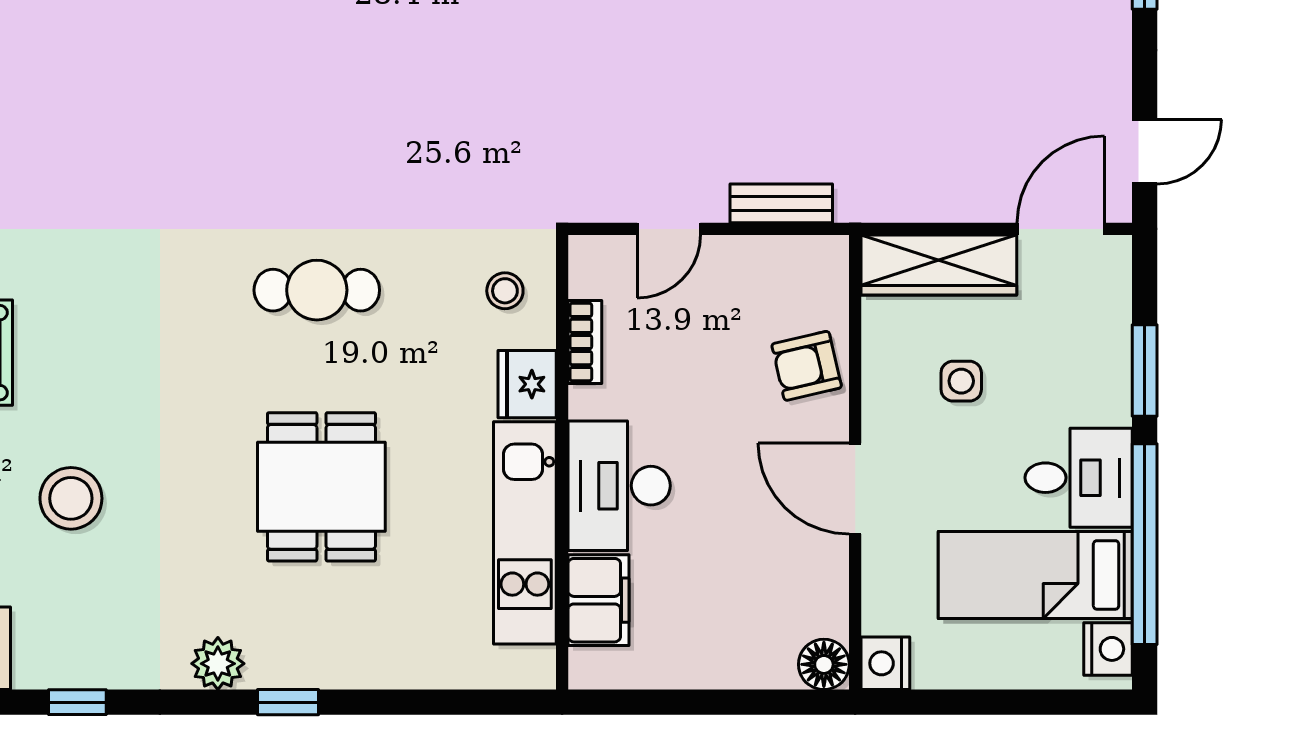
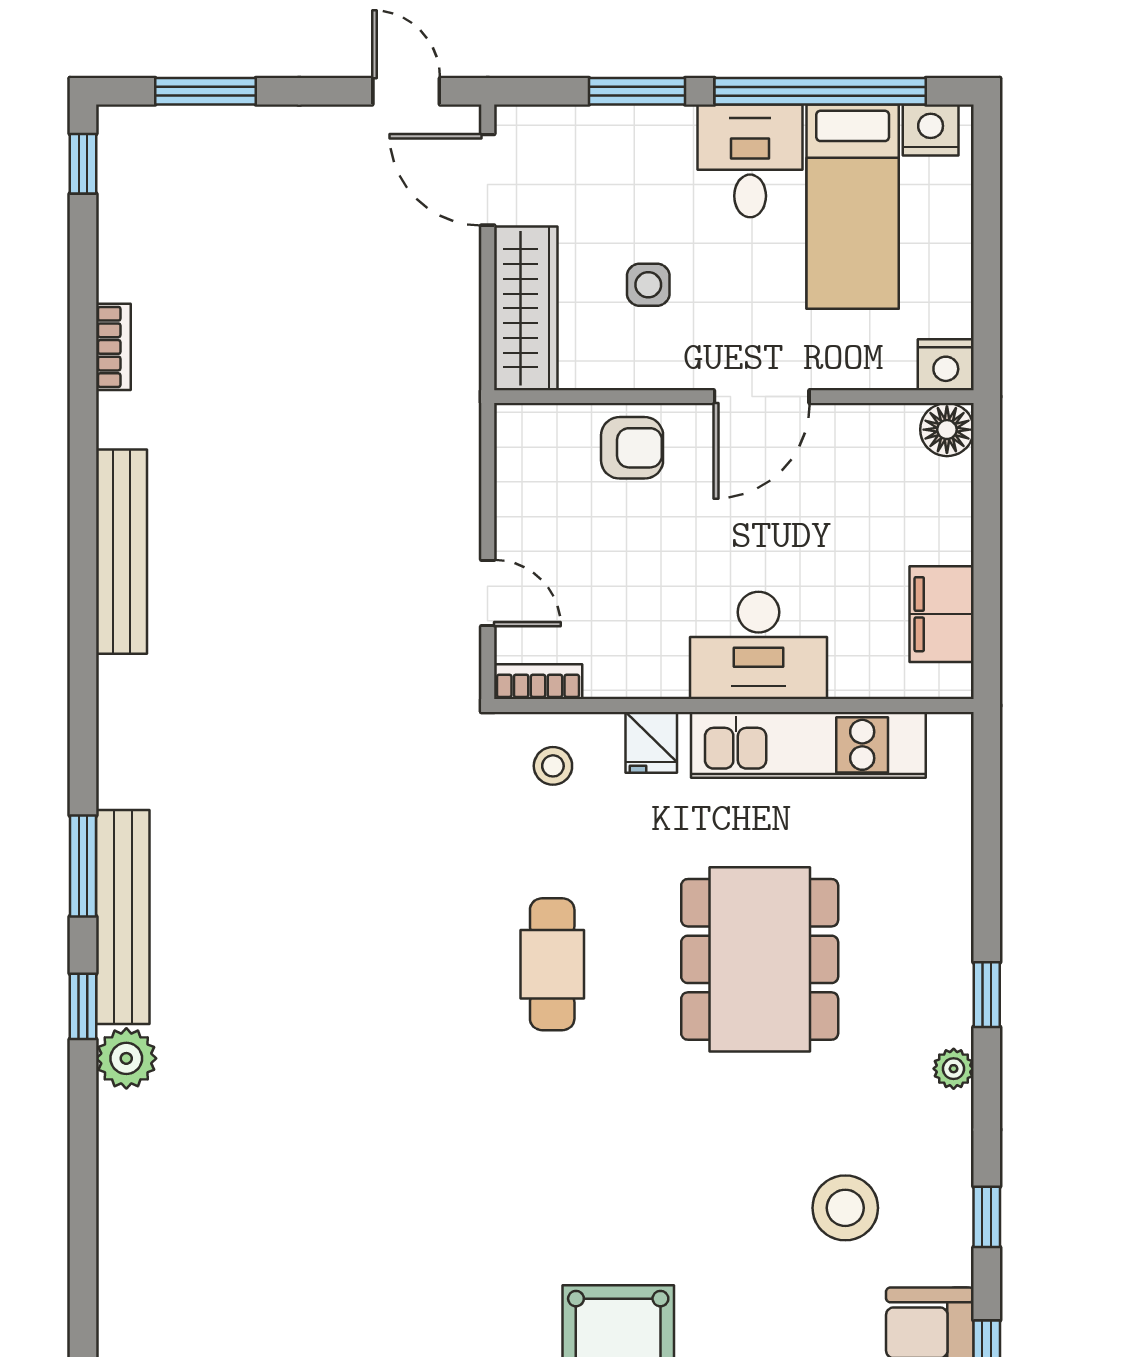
bench: (781, 203) -> (461, 475), removed
bookcase: (585, 342) -> (538, 682), moved
armchair: (807, 366) -> (632, 448), turned -77
fridge: (527, 384) -> (651, 742), width x0.72
dining table: (321, 487) -> (760, 959), width x1.38
stool: (71, 498) -> (845, 1208), moved
filing cabinet: (599, 600) -> (942, 614), moved, turned -90
plant: (218, 664) -> (954, 1069), width x0.73, depth x0.73

